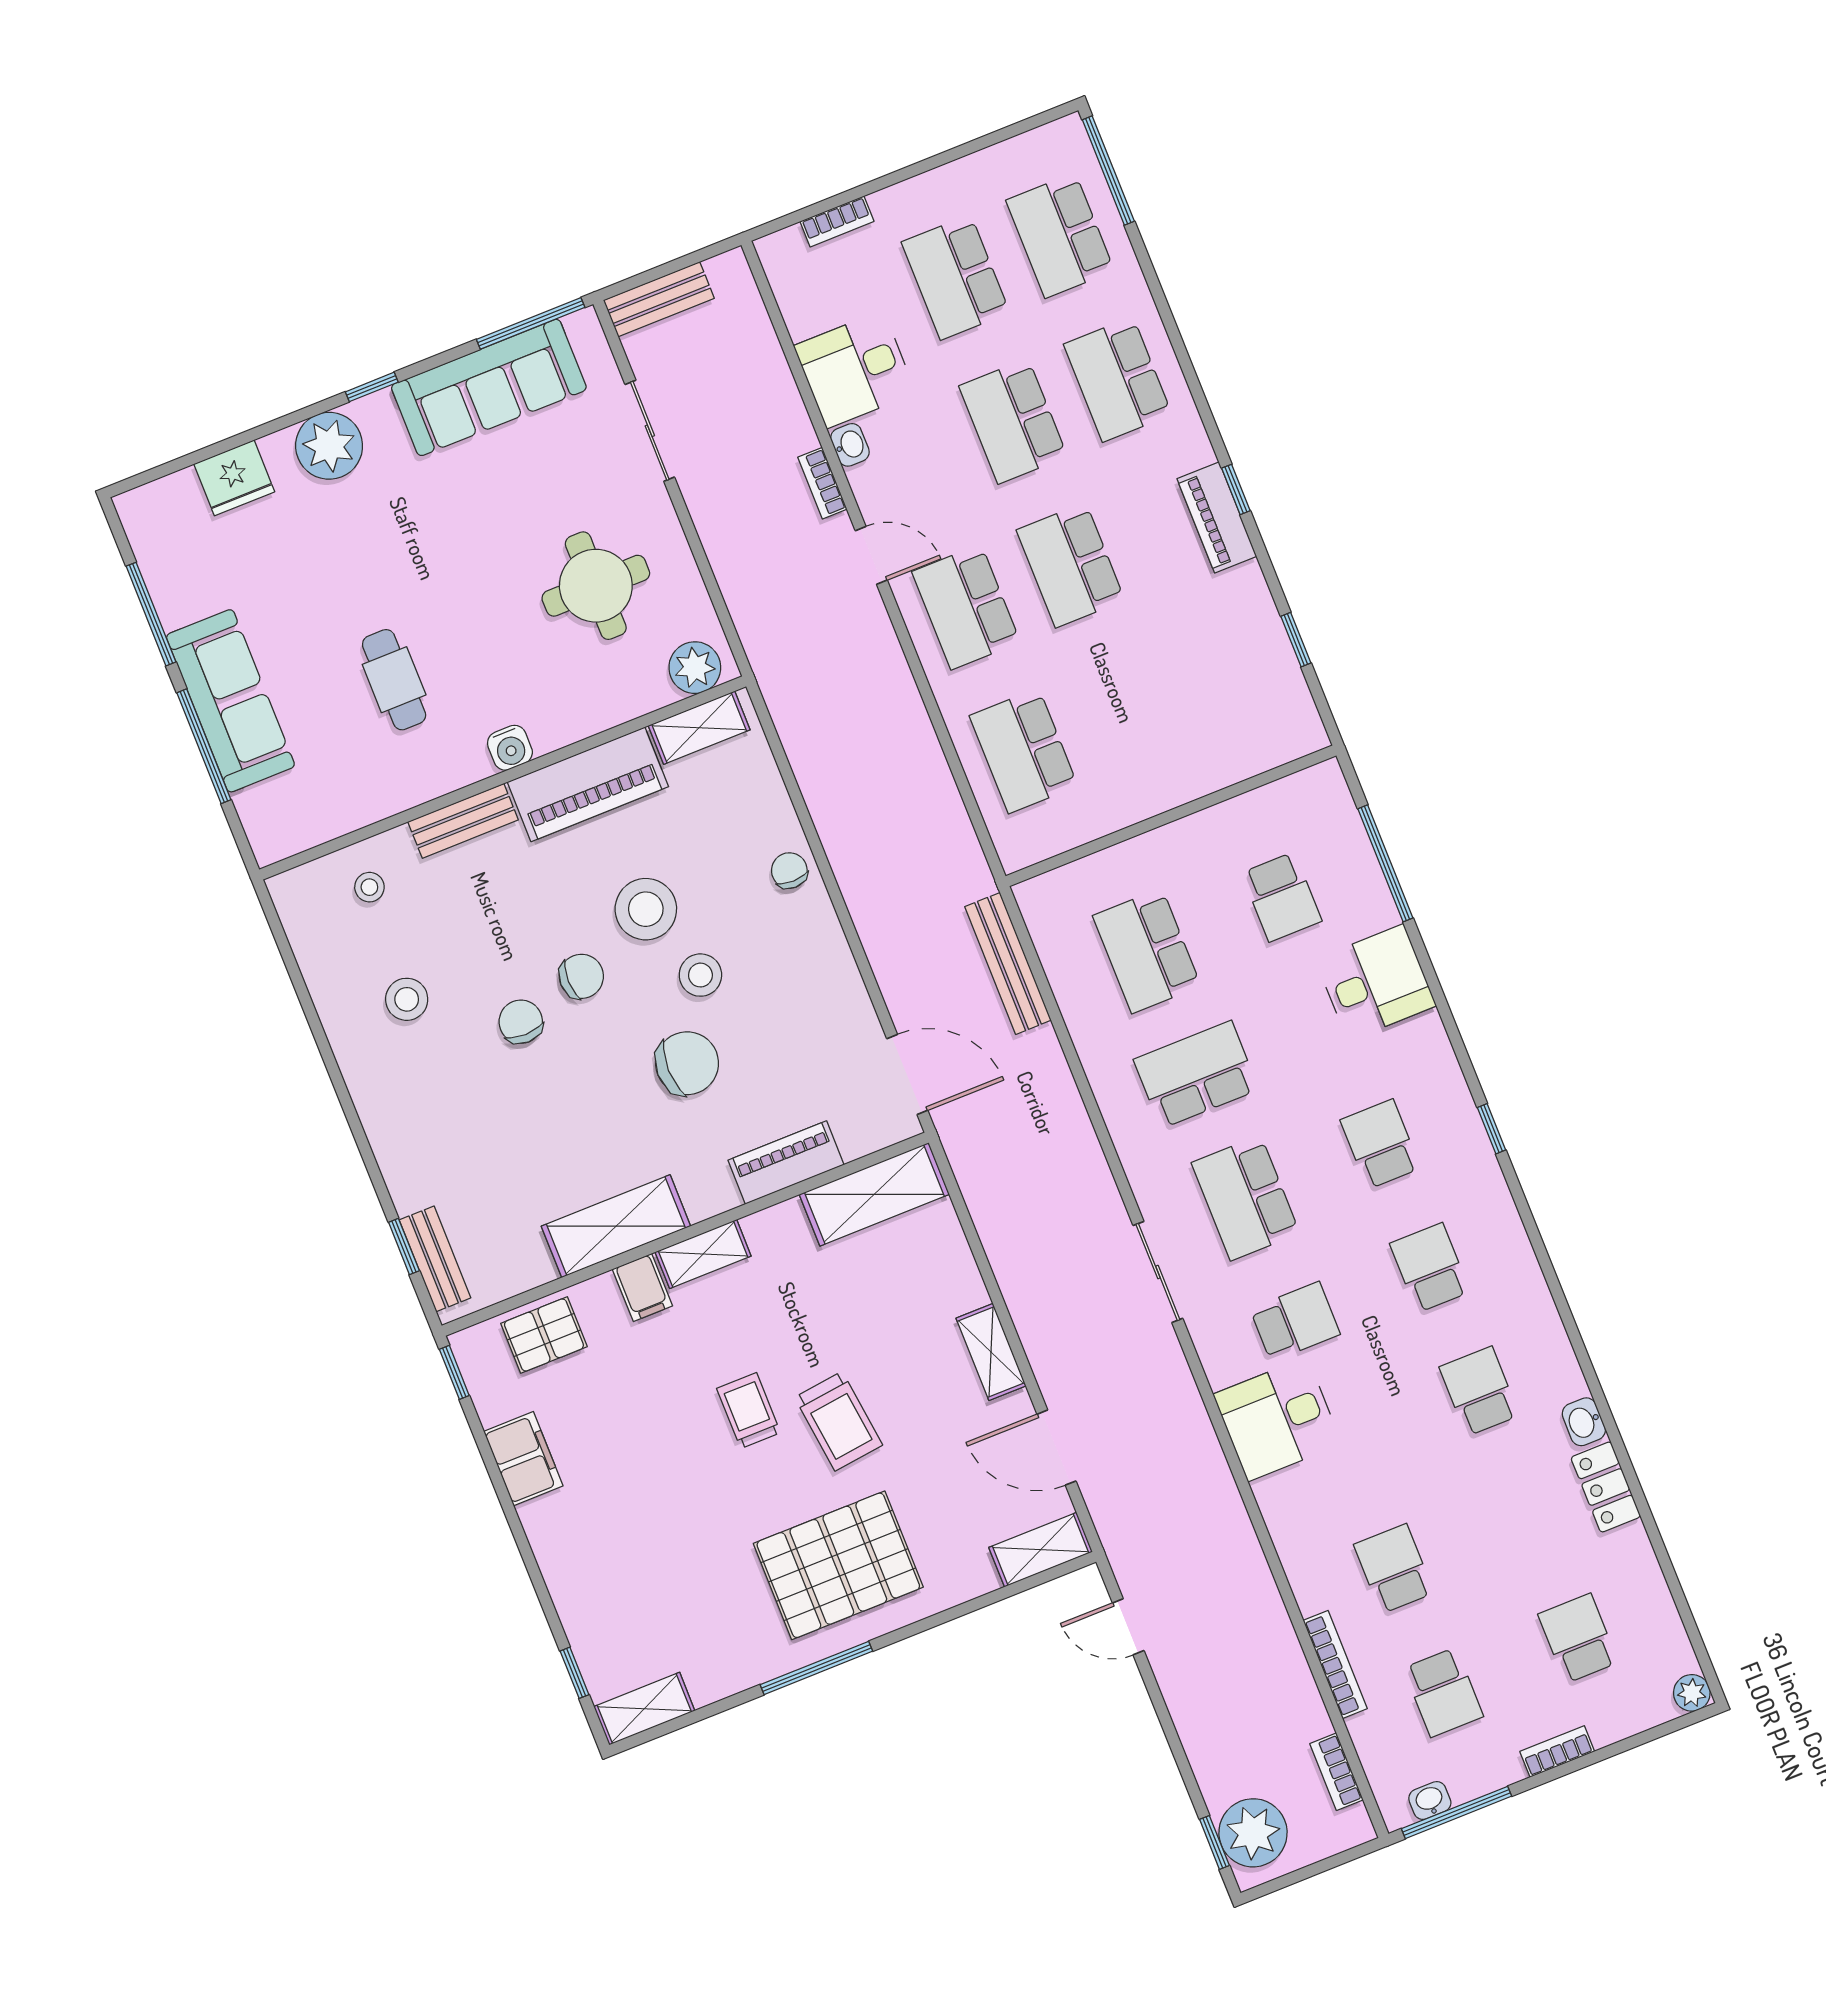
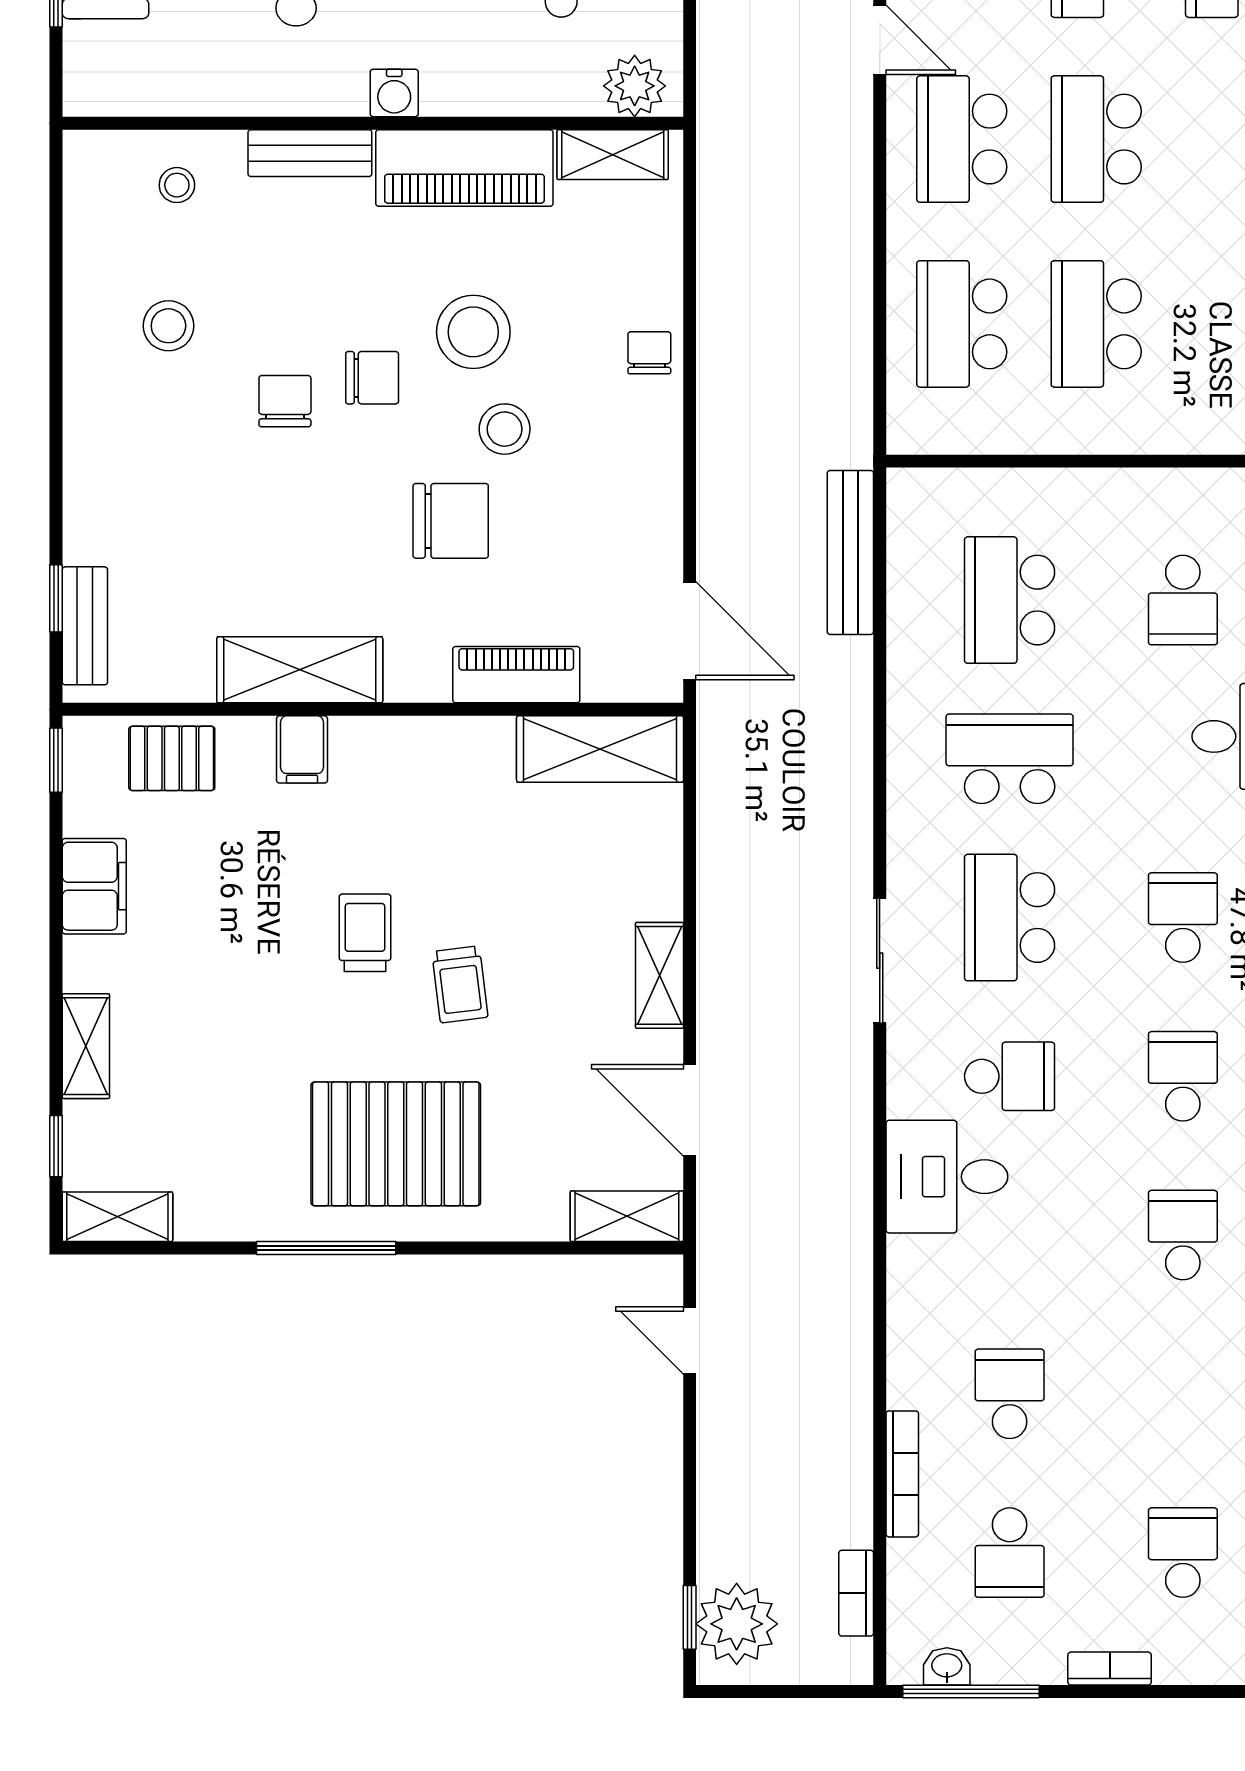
school desk: (1128, 709) -> (1096, 324), added
shelving: (703, 1254) -> (86, 1046), moved, turned 90
trolley: (839, 1421) -> (460, 984), width x0.73, depth x0.72

